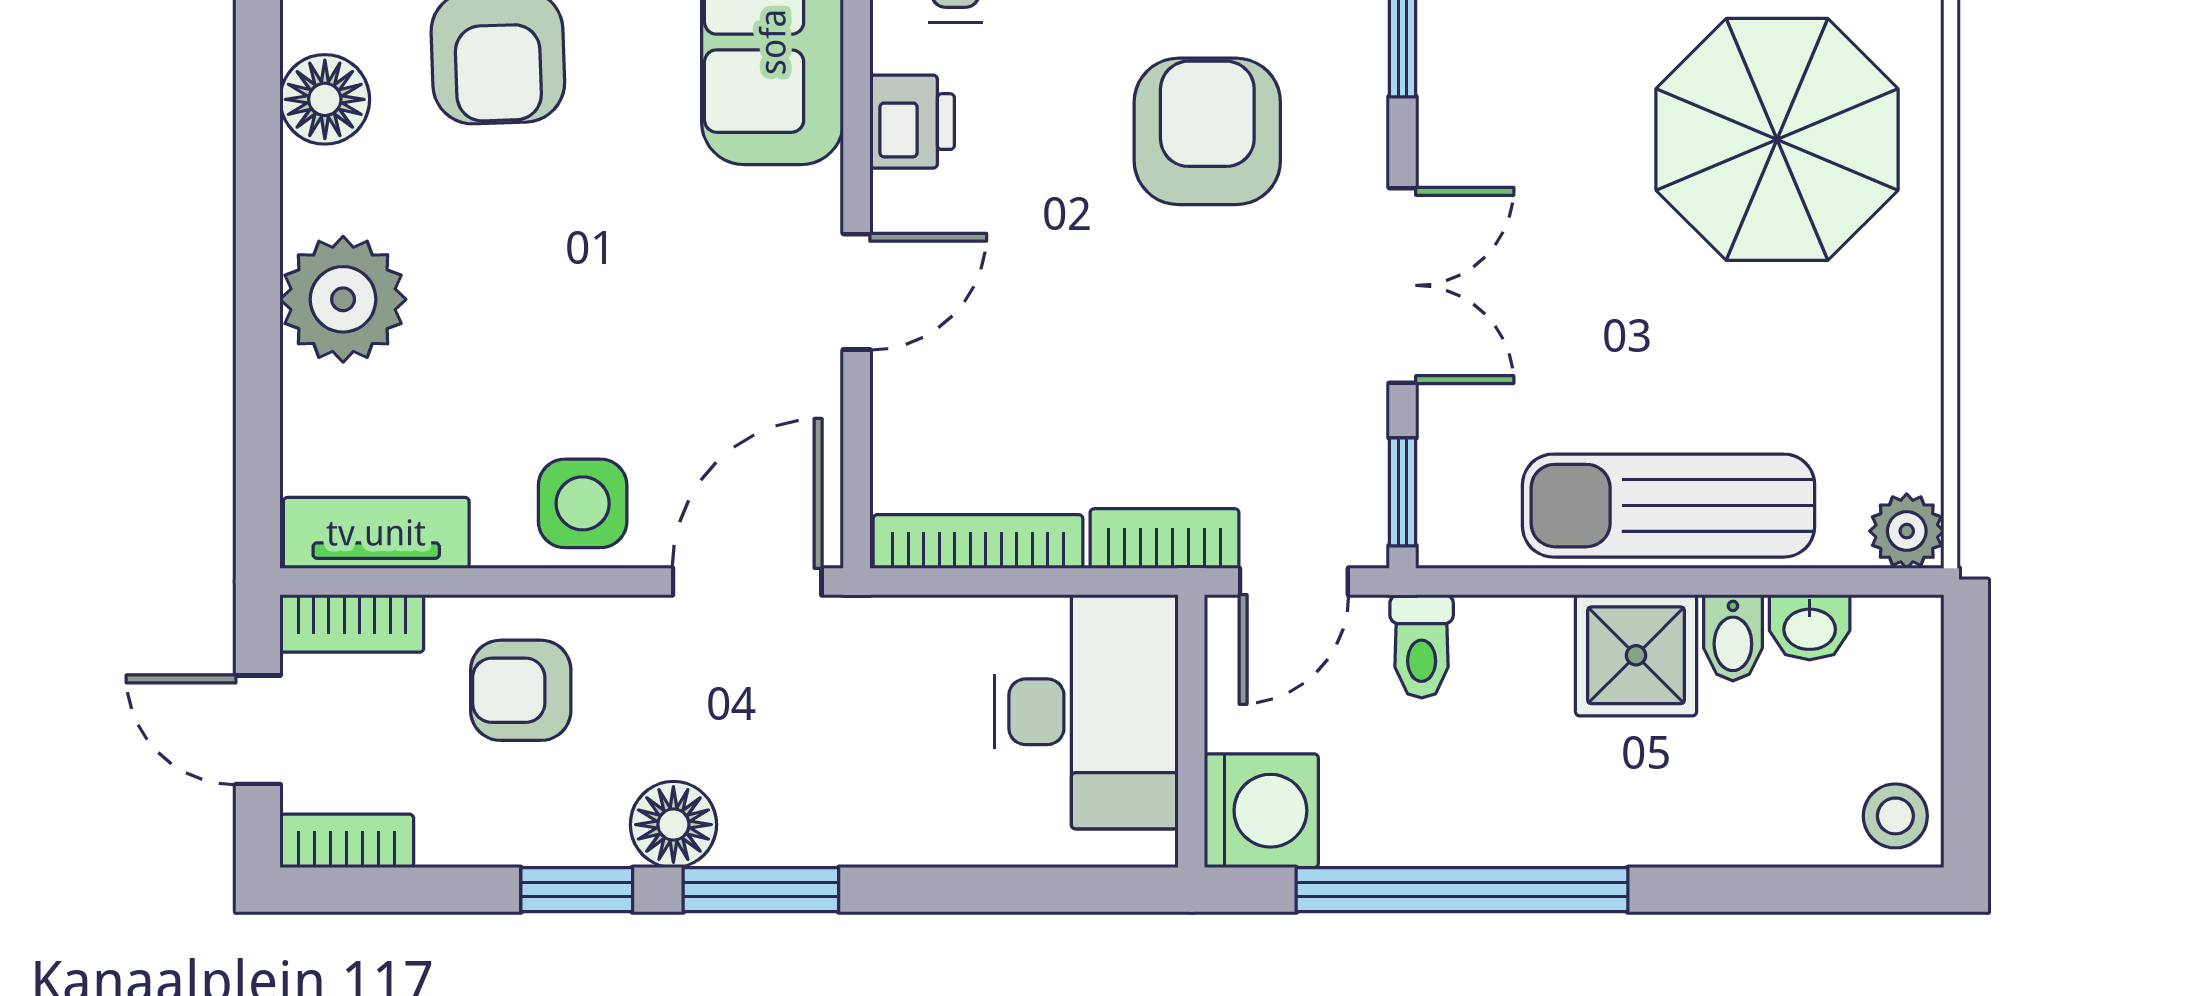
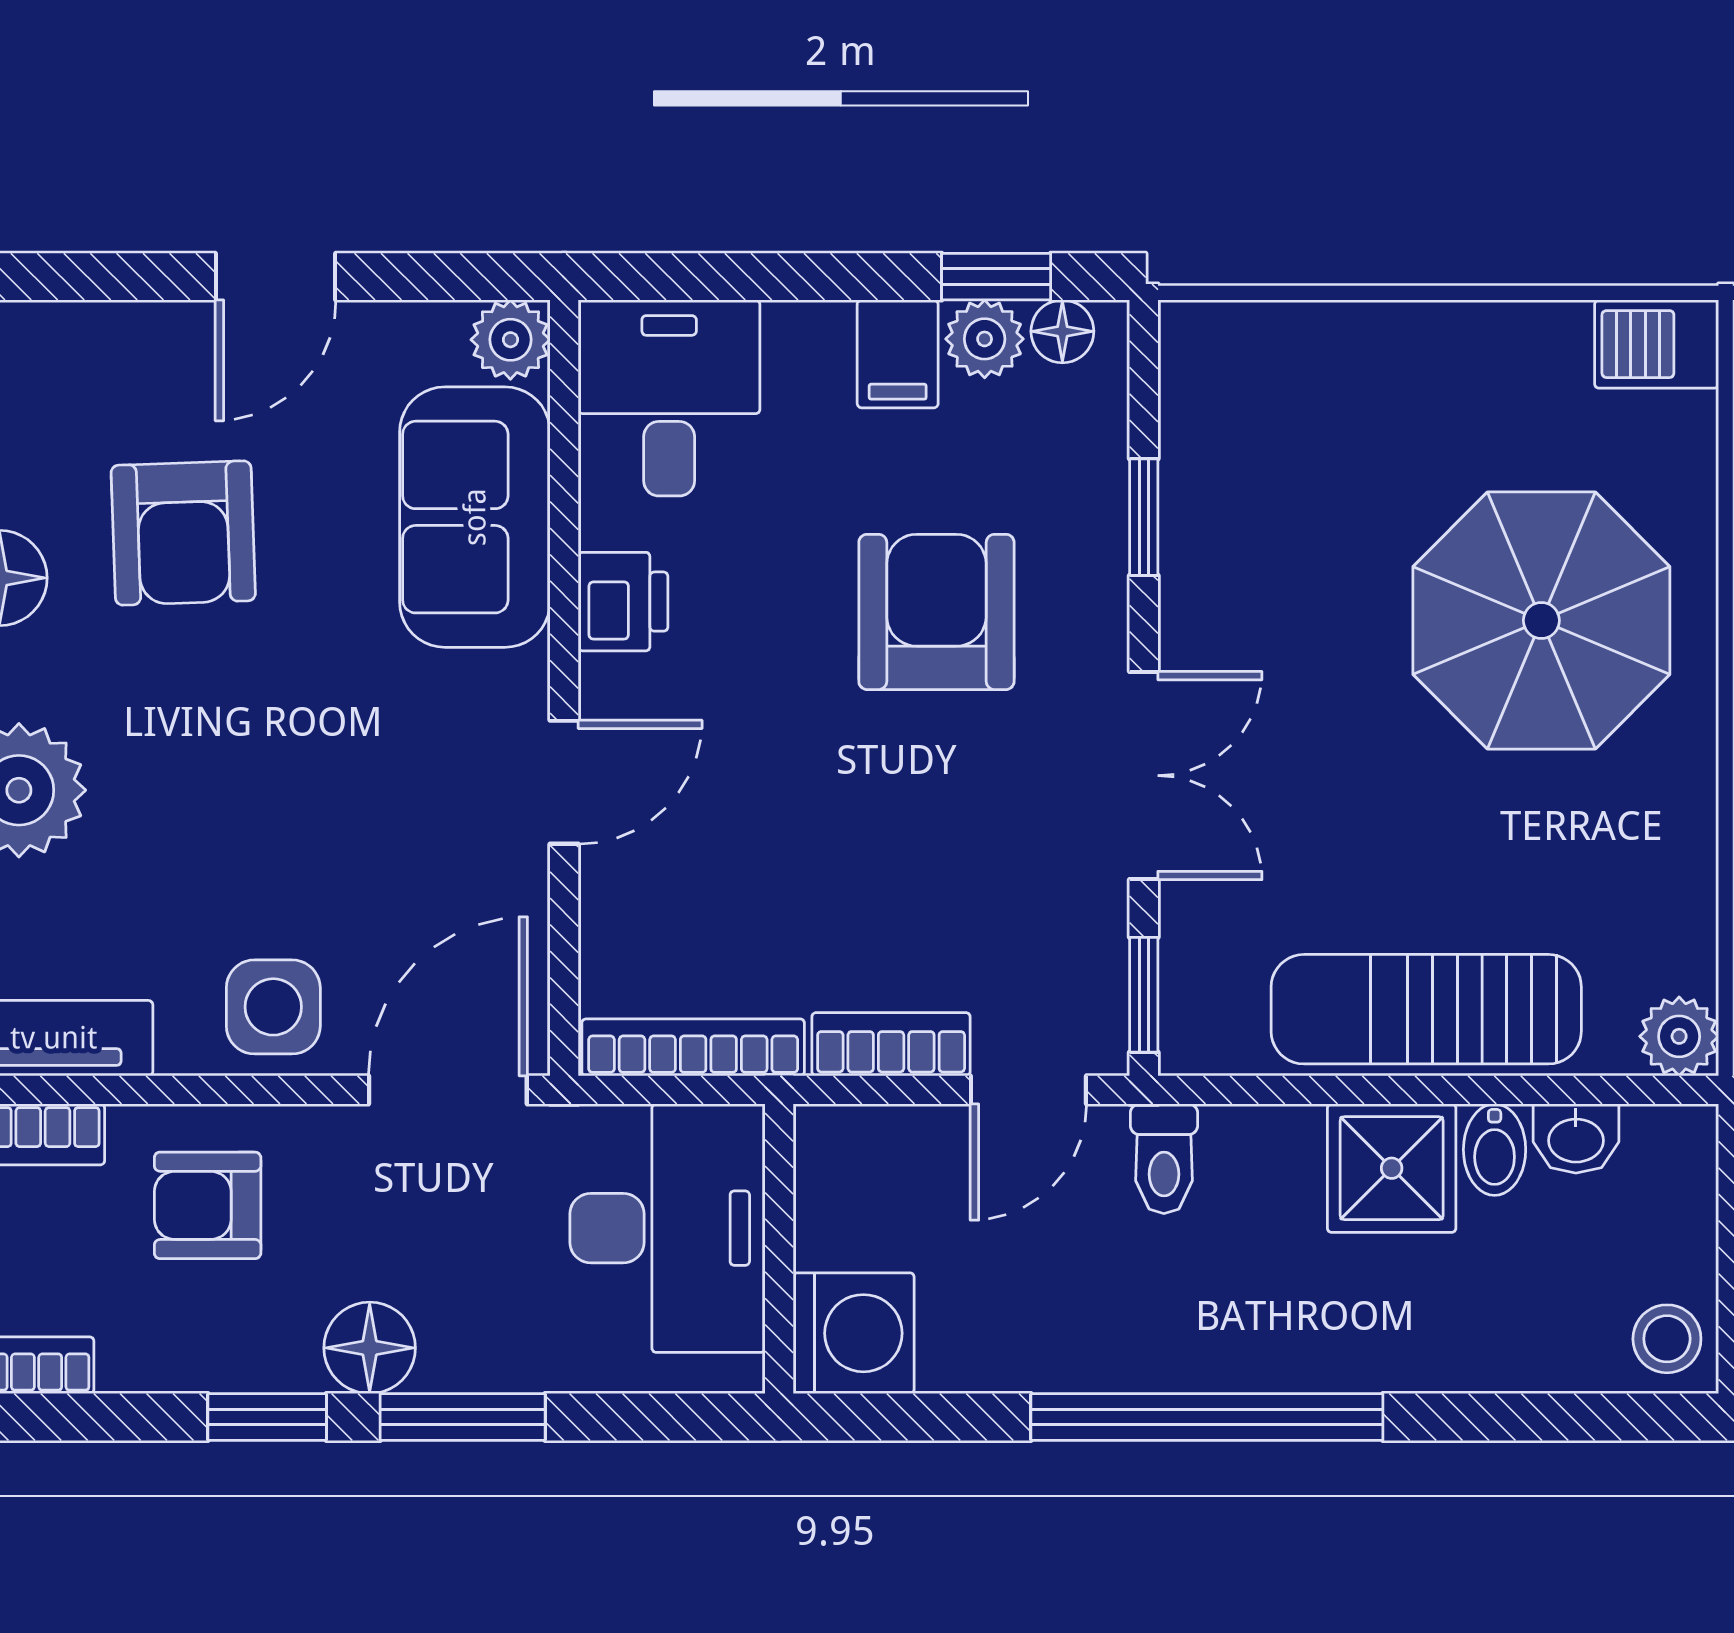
desk: (1086, 712) -> (668, 1228), moved
wall: (1191, 731) -> (779, 1249), moved
washing machine: (1261, 811) -> (854, 1333), moved

